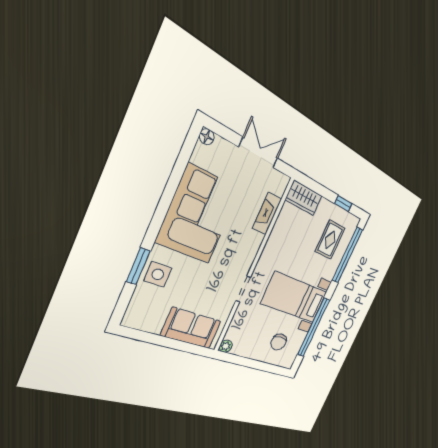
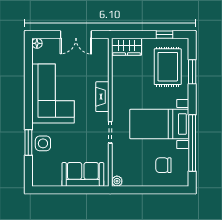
double door: (259, 153) -> (76, 35), swing flipped
fireplace: (267, 214) -> (102, 97), moved
rug: (330, 240) -> (168, 67), width x1.36, depth x1.43
window: (347, 255) -> (192, 72), width x0.47
chair: (279, 342) -> (163, 165), turned 90

